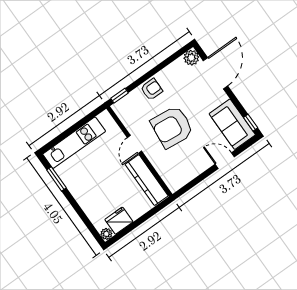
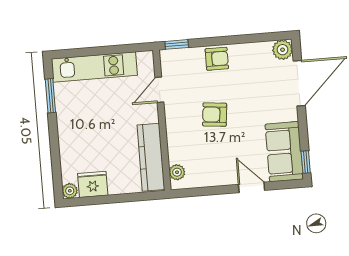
armchair: (172, 127) -> (215, 115), width x0.53, depth x0.53
door: (134, 144) -> (159, 90), moved
plant: (170, 180) -> (177, 172), added

